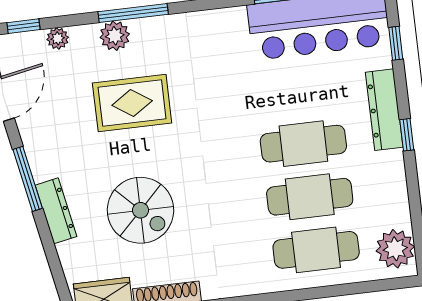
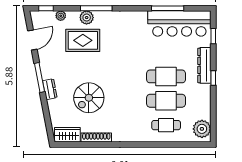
rug: (132, 103) -> (83, 40), moved
spiral stairs: (141, 210) -> (89, 98), turned 90
dresser: (56, 211) -> (50, 89), width x0.70
cafe table: (316, 250) -> (166, 125), width x0.73, depth x0.74

